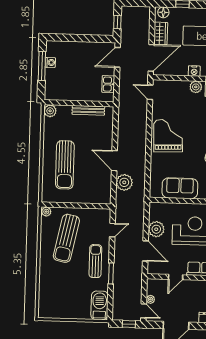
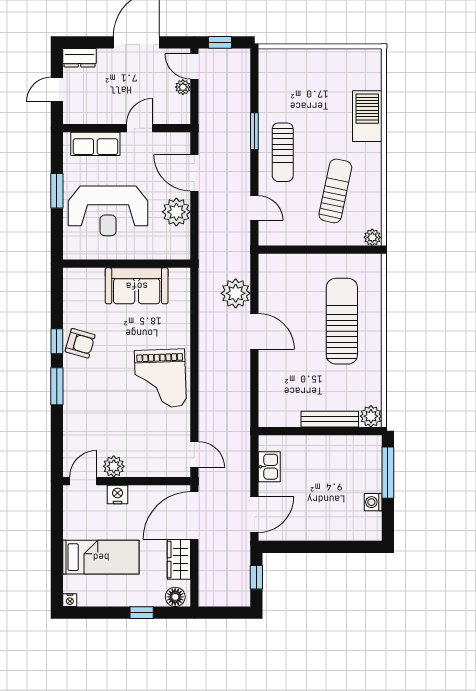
window: (42, 66) -> (388, 473), moved
bench: (88, 110) -> (330, 419), moved
door: (112, 230) -> (254, 208), swing flipped
sun lounger: (66, 238) -> (335, 191), width x0.73, depth x0.75
barbecue: (100, 305) -> (367, 116), moved, turned 180

